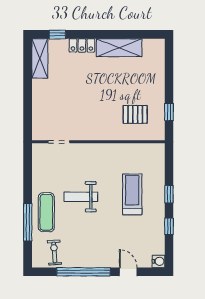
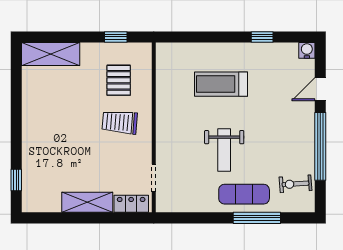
locker: (82, 45) -> (131, 204), moved, turned -90
shelving: (119, 48) -> (51, 54), moved, turned 90
shelving: (40, 58) -> (87, 202), moved
trolley: (102, 115) -> (120, 122), added
window: (169, 194) -> (221, 37), removed

